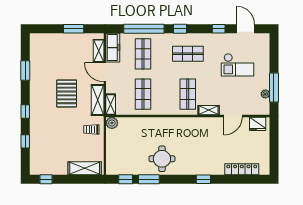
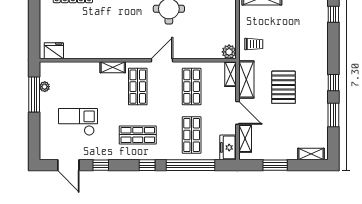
shelving: (44, 38) -> (311, 154), added
freezer: (113, 48) -> (228, 147), width x0.71
window: (25, 112) -> (333, 83), moved
door: (233, 116) -> (162, 60), moved
window: (25, 141) -> (333, 14), moved

